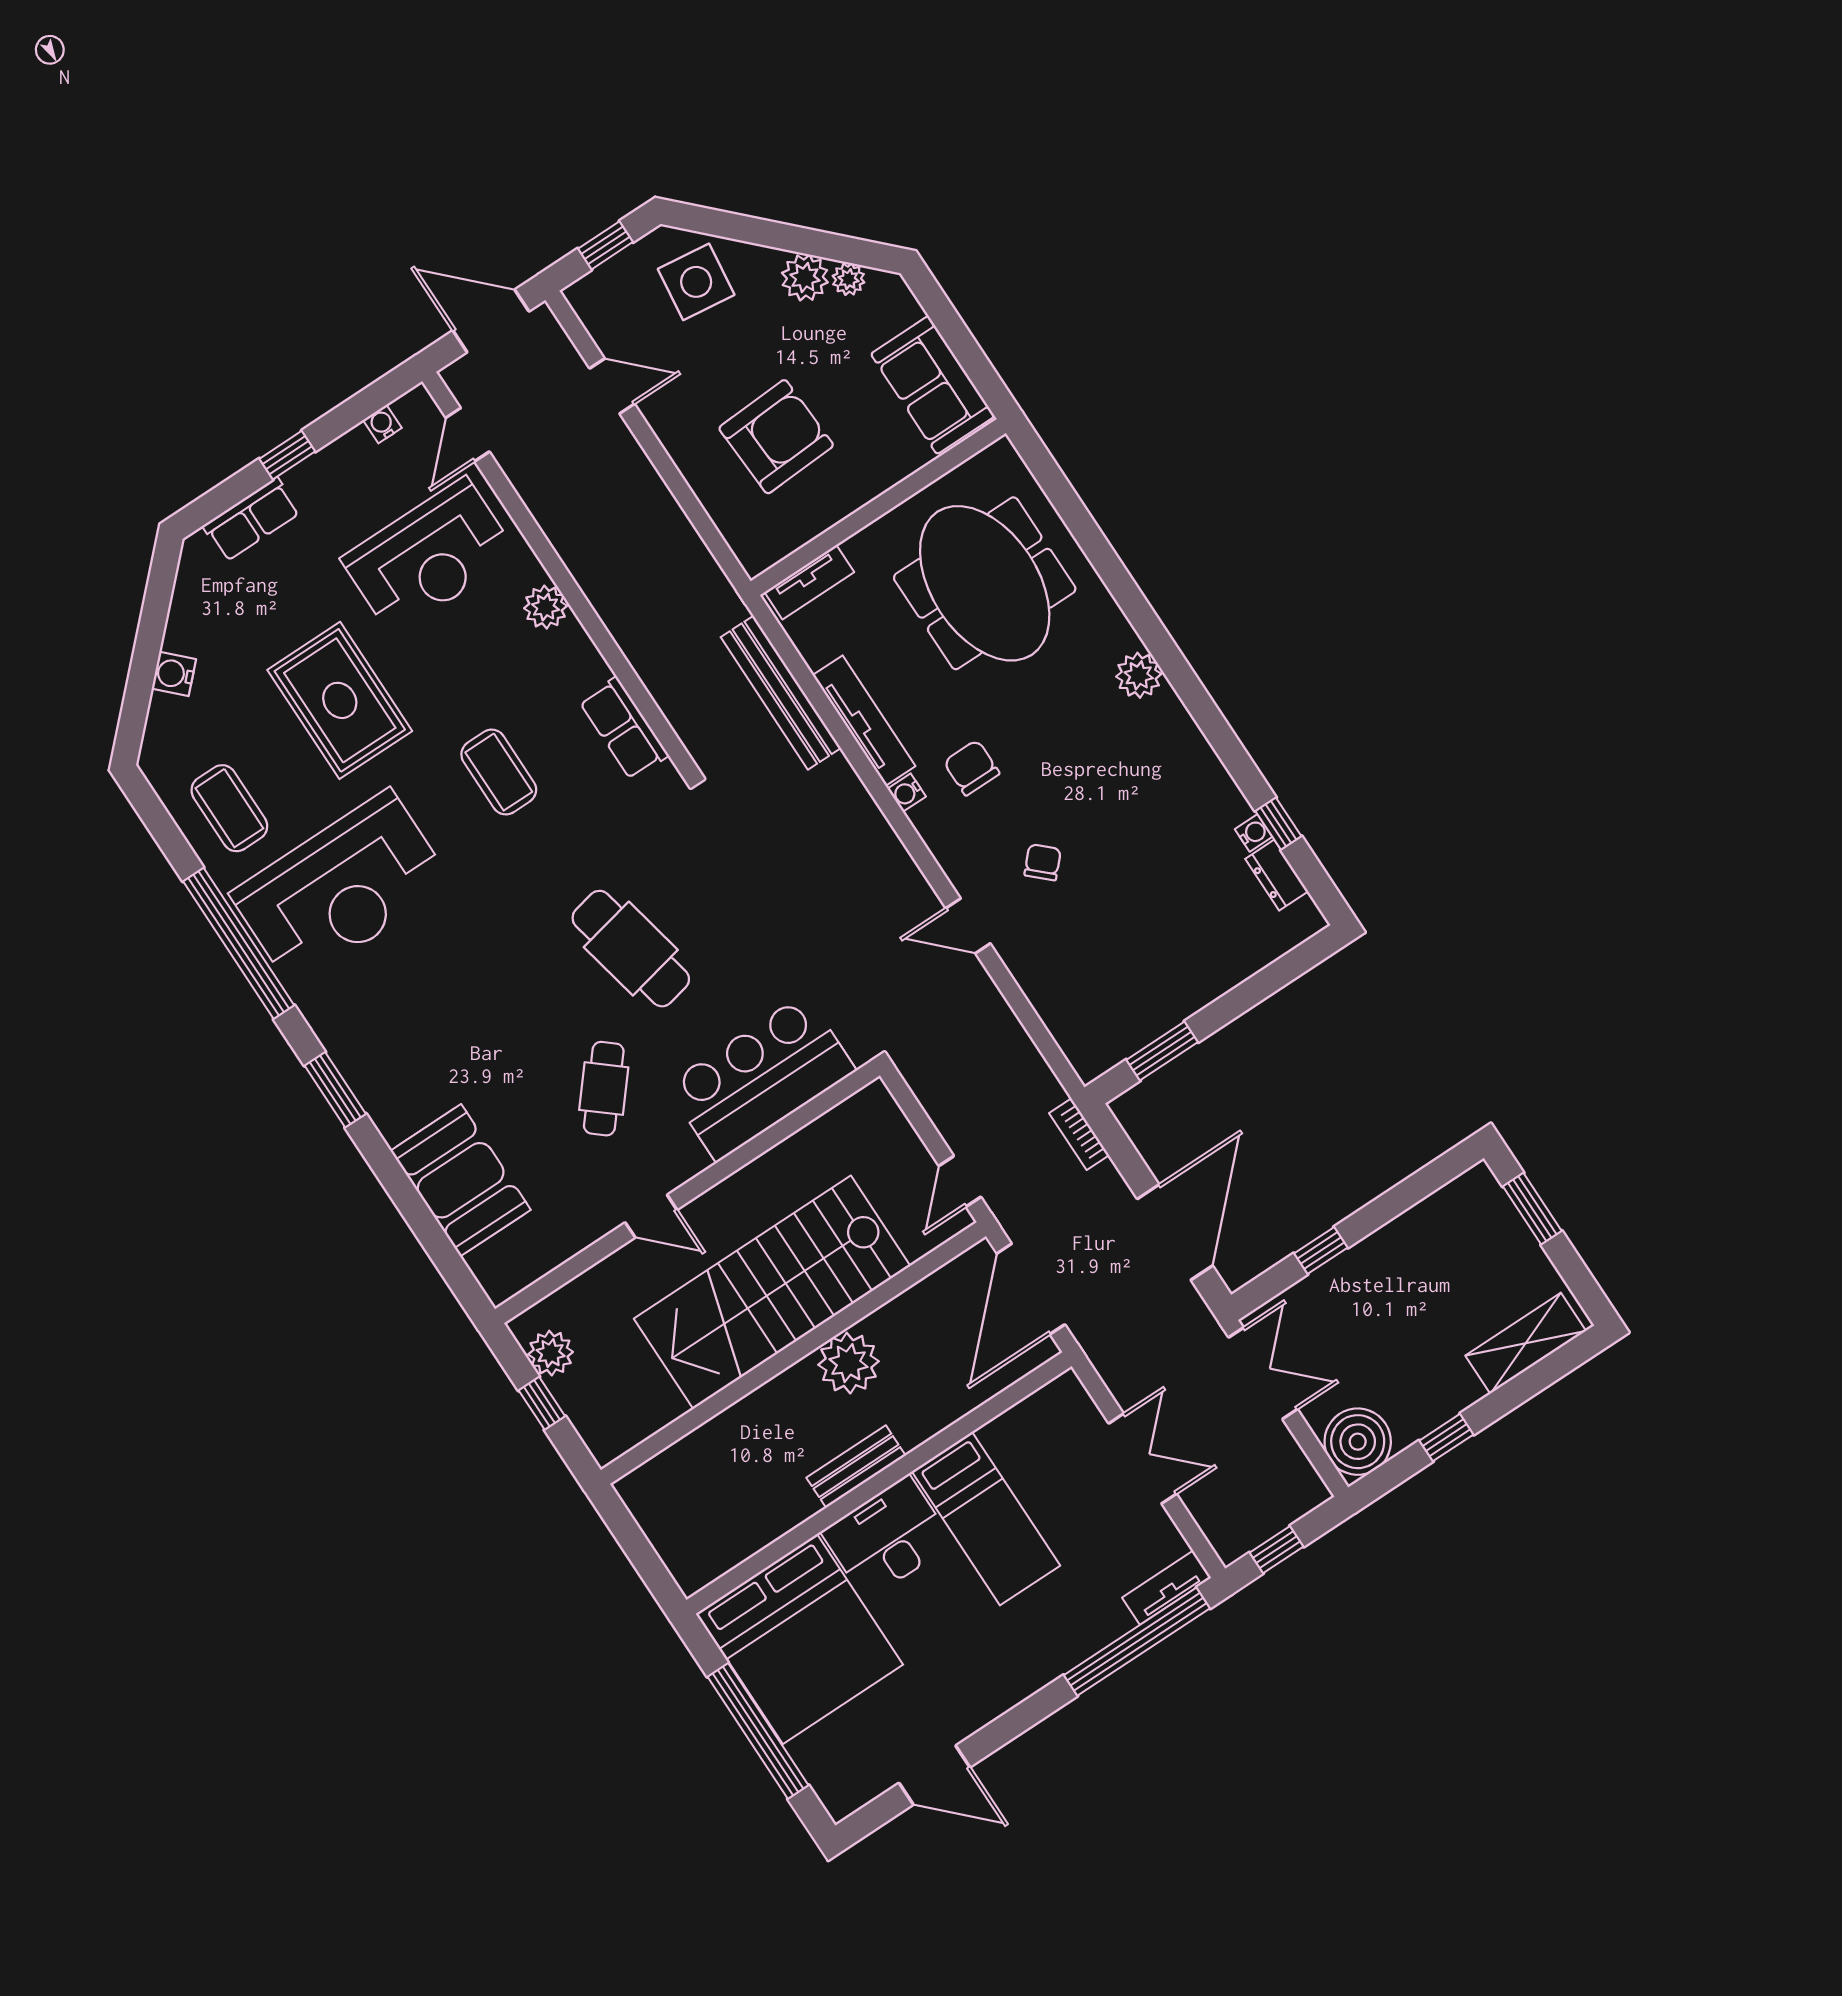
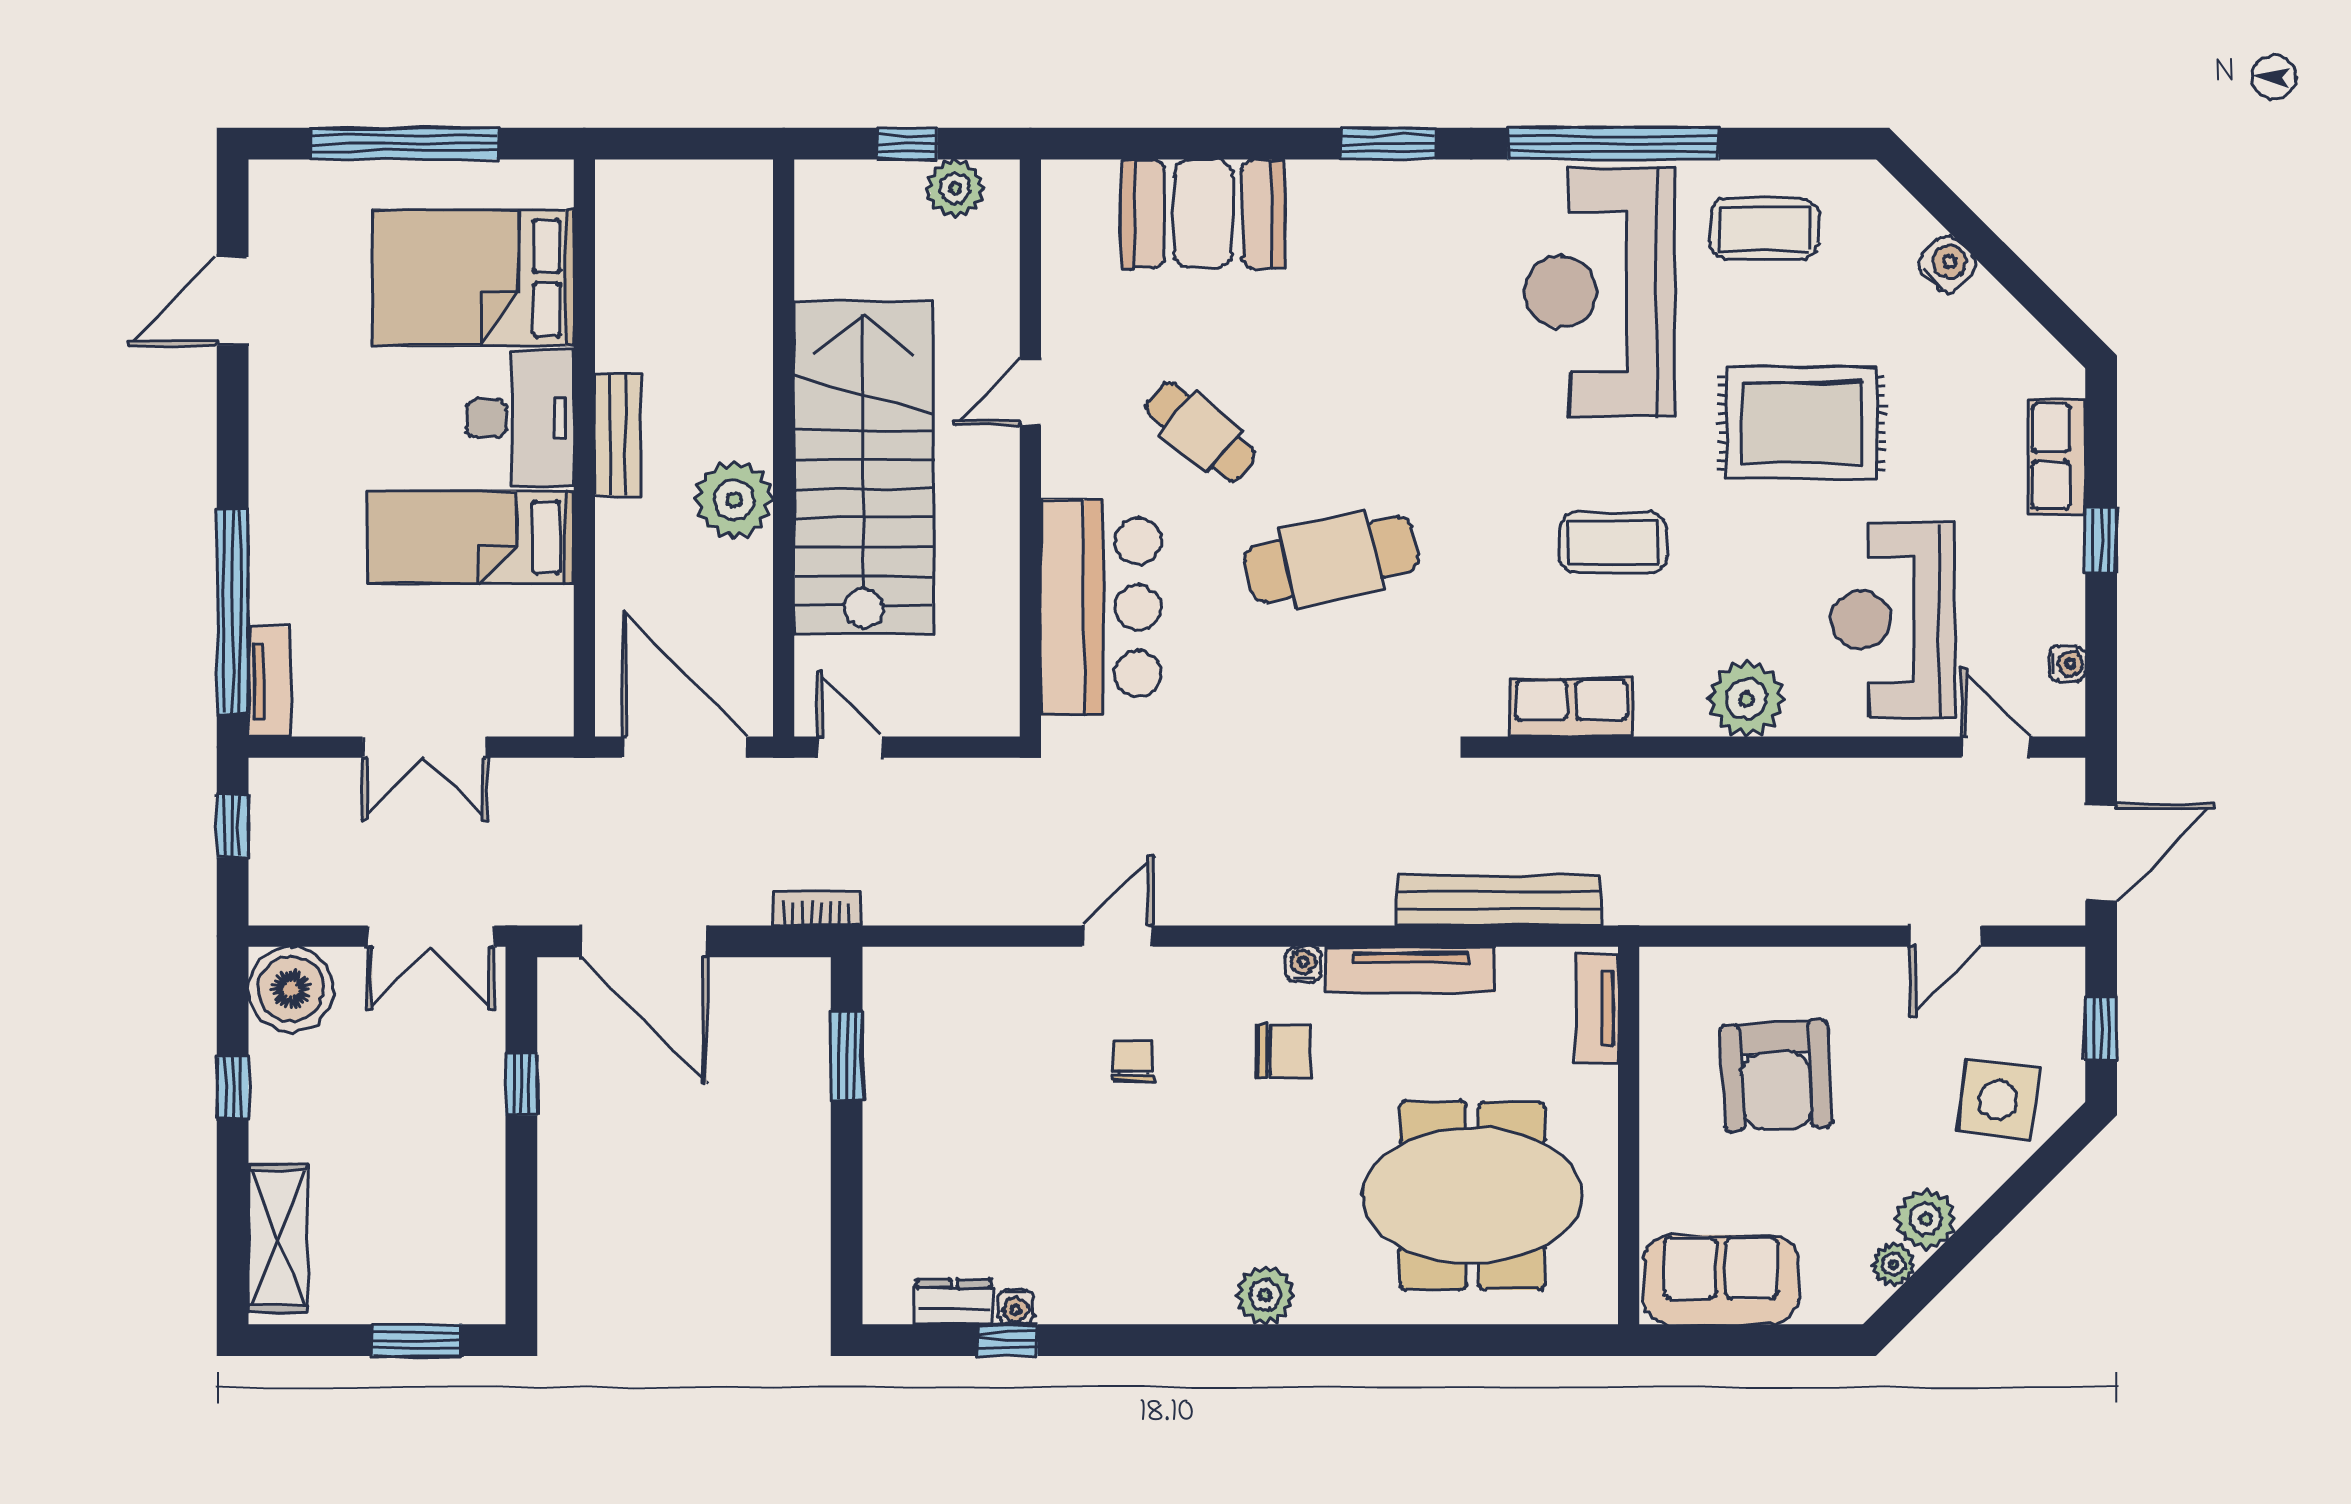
plant: (545, 607) -> (1746, 699), width x1.36, depth x1.36
chair: (1043, 862) -> (1133, 1061), turned -133
bed: (800, 1639) -> (473, 278), width x0.73

